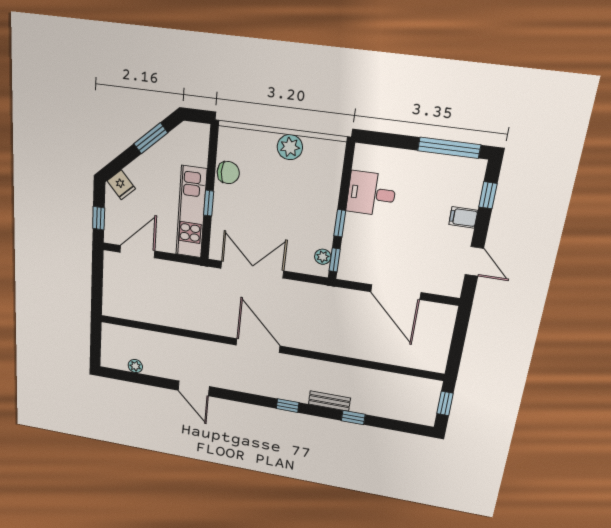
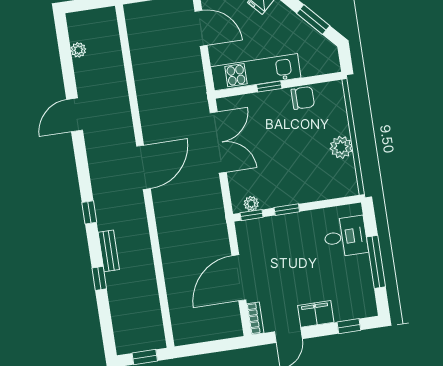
window: (449, 148) -> (376, 262), moved
chair: (228, 173) -> (303, 98), turned -90
desk: (371, 194) -> (345, 237), moved, turned 90
filing cabinet: (463, 217) -> (316, 314), width x2.00
bookcase: (444, 289) -> (255, 318), added

